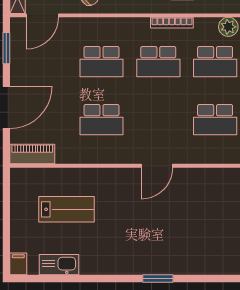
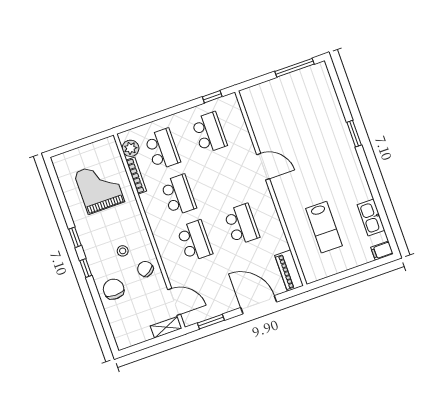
bookcase: (172, 23) -> (136, 176), moved
lab bench: (67, 209) -> (324, 227), turned 180

